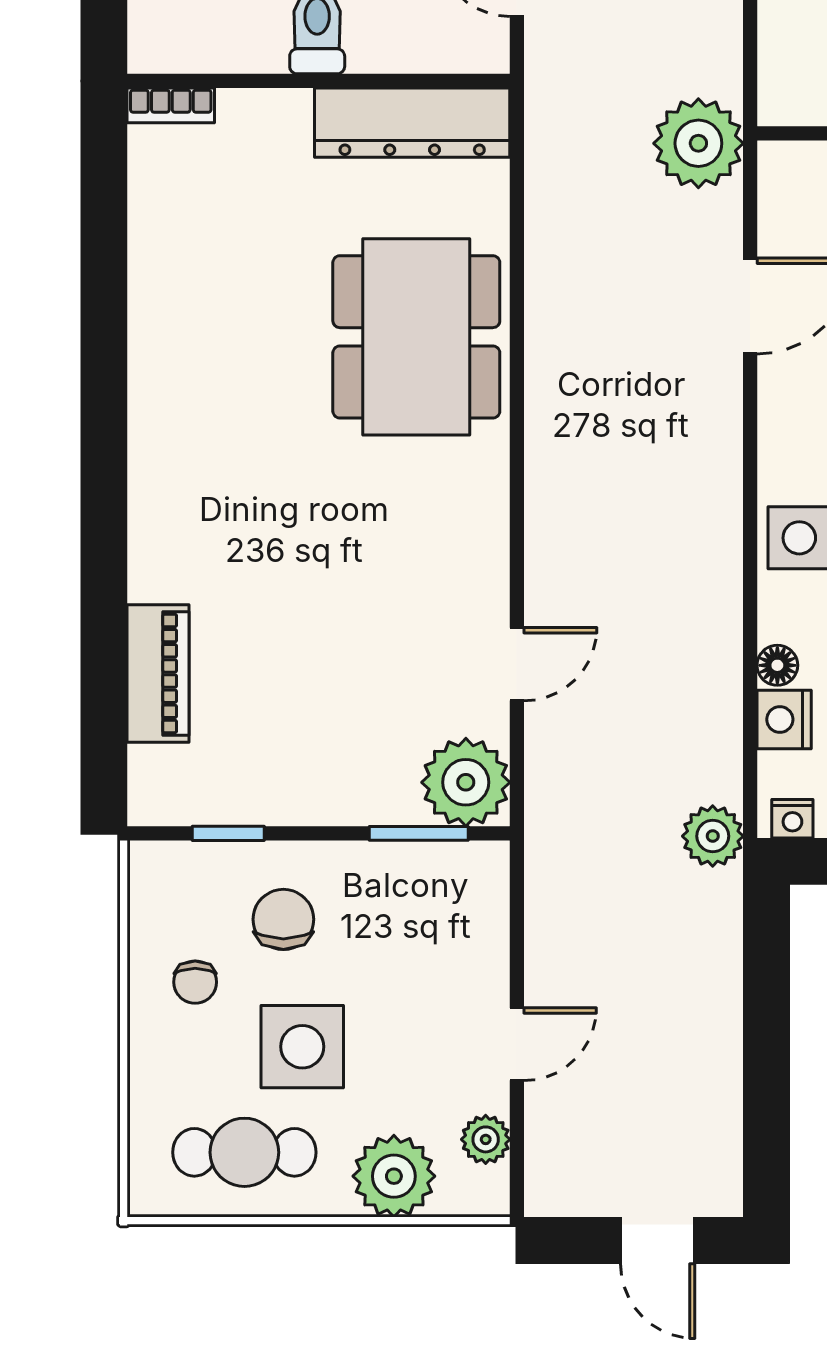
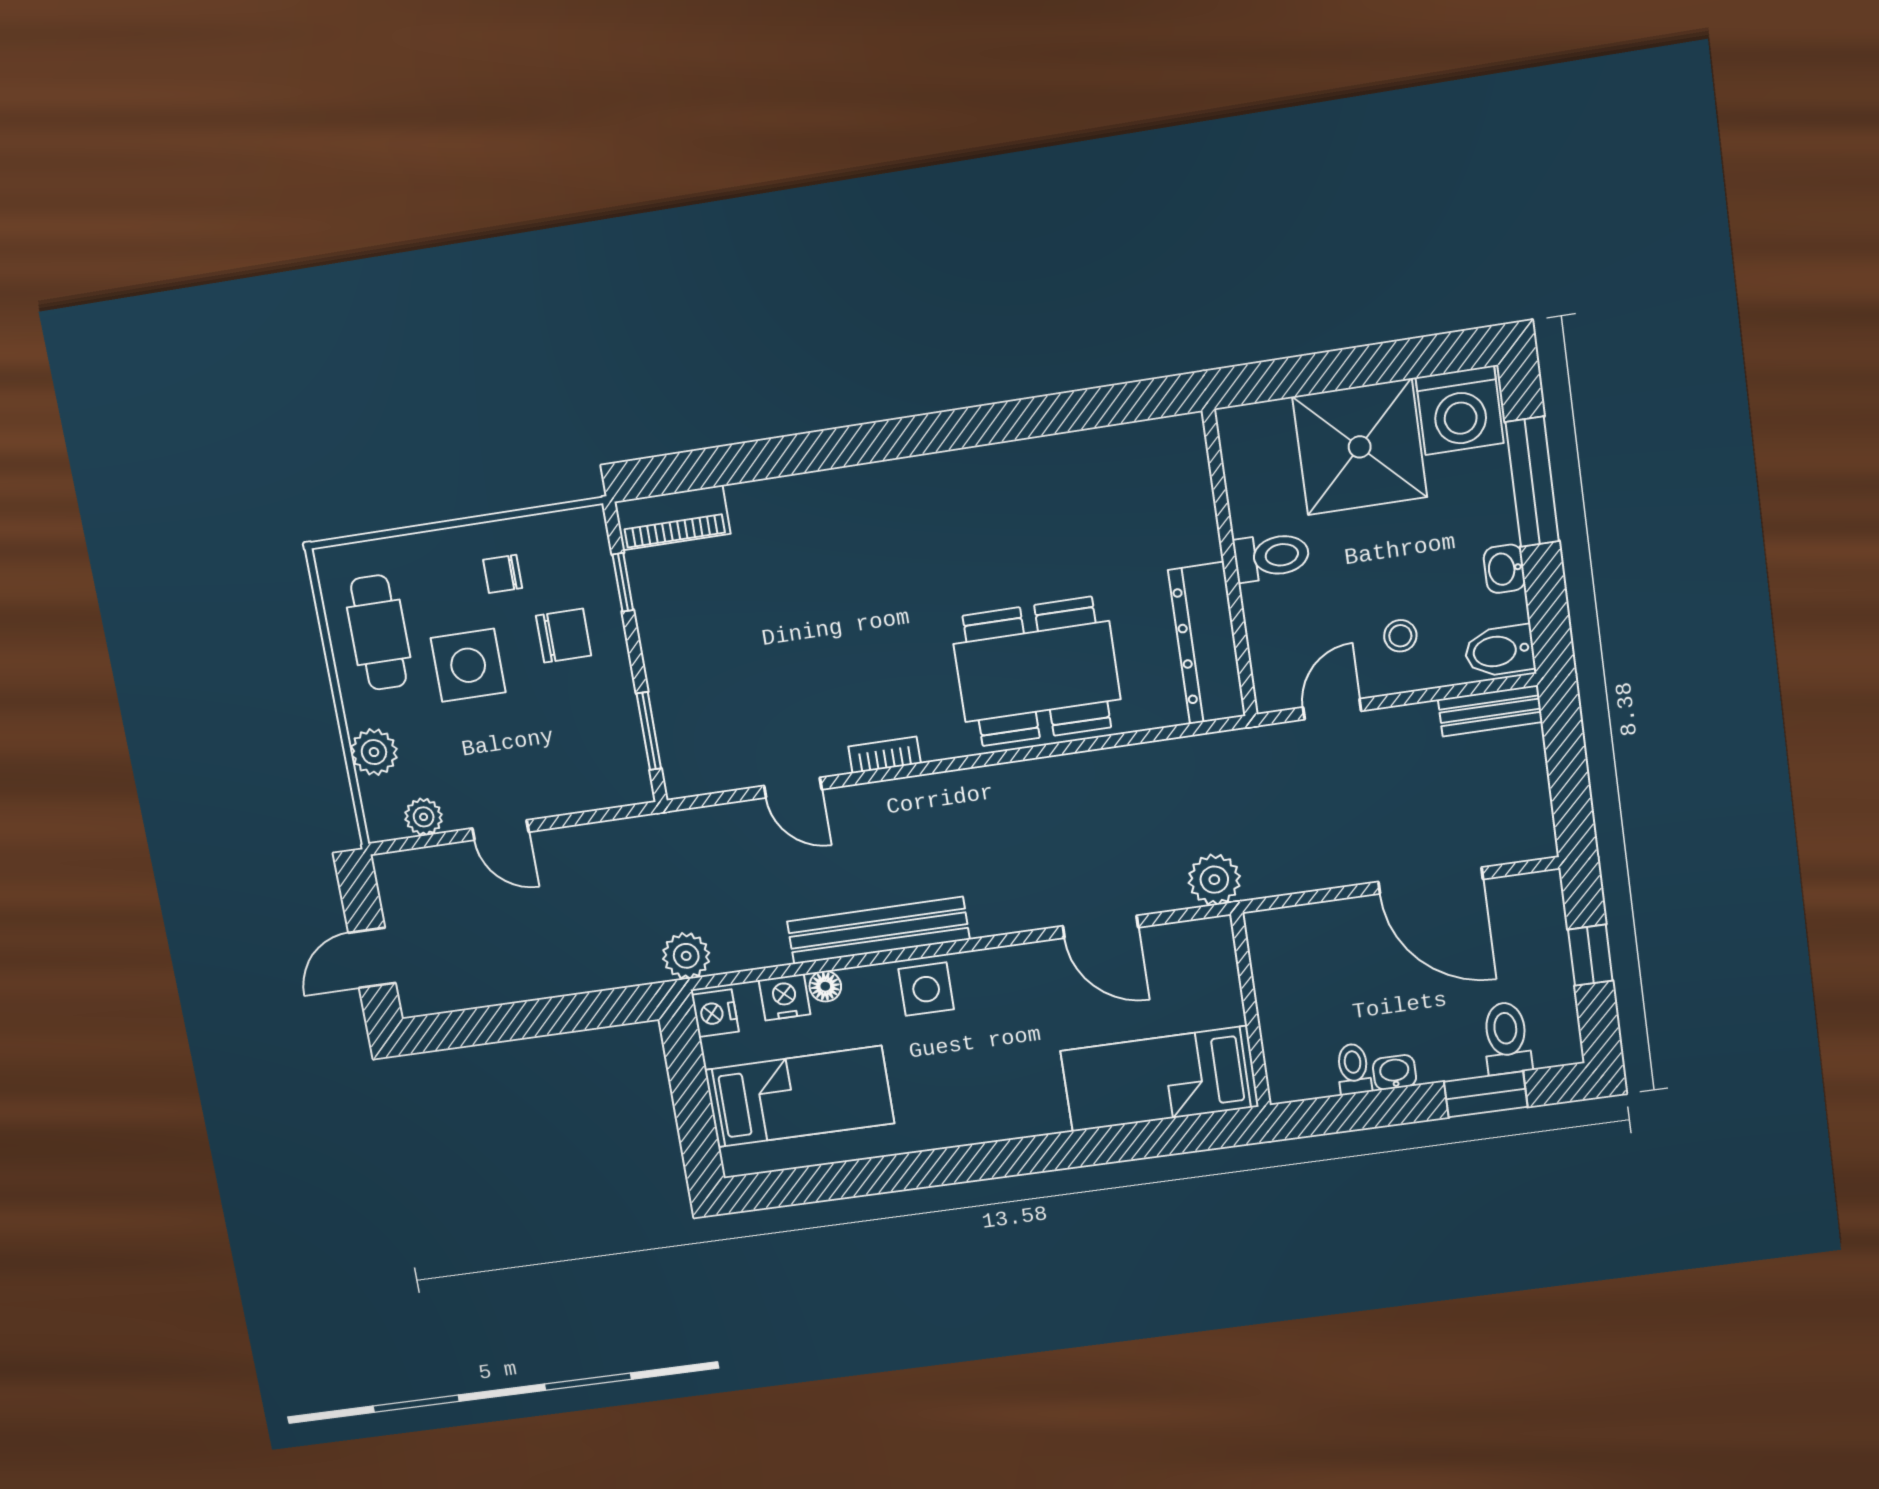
bookcase: (171, 105) -> (885, 755), moved, turned 90
plant: (698, 143) -> (1214, 880), width x0.73, depth x0.73
bench: (715, 586) -> (878, 930), added
piano: (158, 673) -> (672, 518), moved
plant: (466, 782) -> (695, 762), removed
nightstand: (792, 819) -> (715, 1013), width x1.39, depth x1.35
plant: (394, 1176) -> (374, 752), width x0.73, depth x0.73

